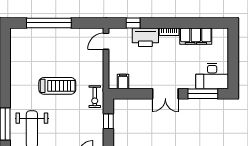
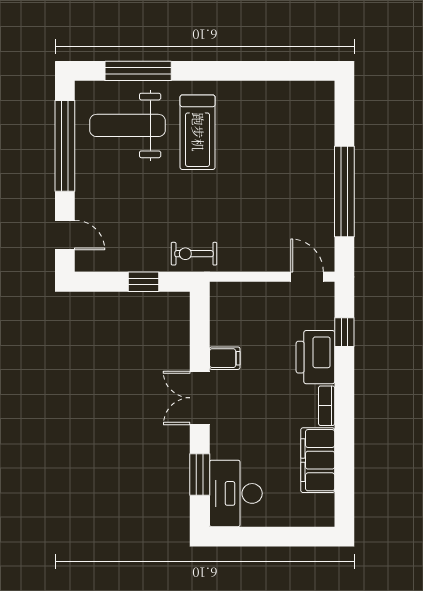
window: (49, 23) -> (344, 191), moved
filing cabinet: (123, 82) -> (225, 358), moved
treadmill: (57, 86) -> (198, 132), moved
window: (203, 94) -> (200, 474), width x0.69

